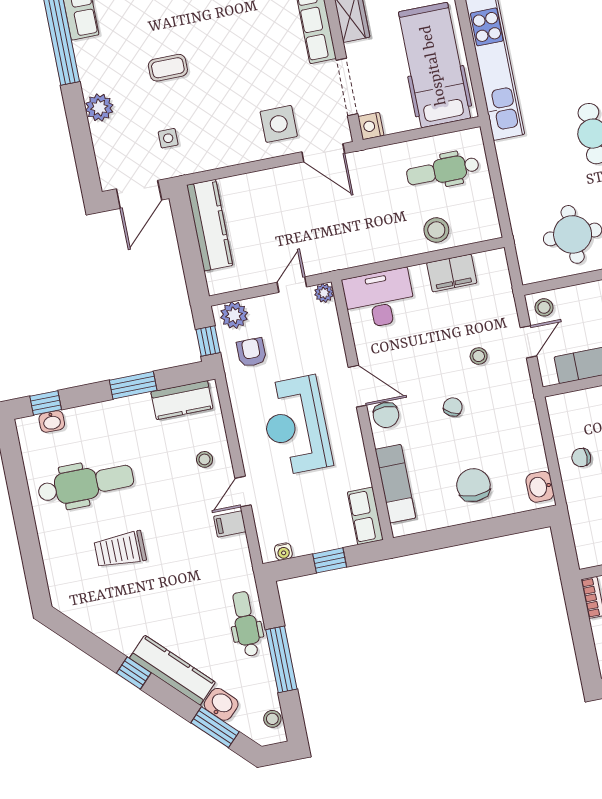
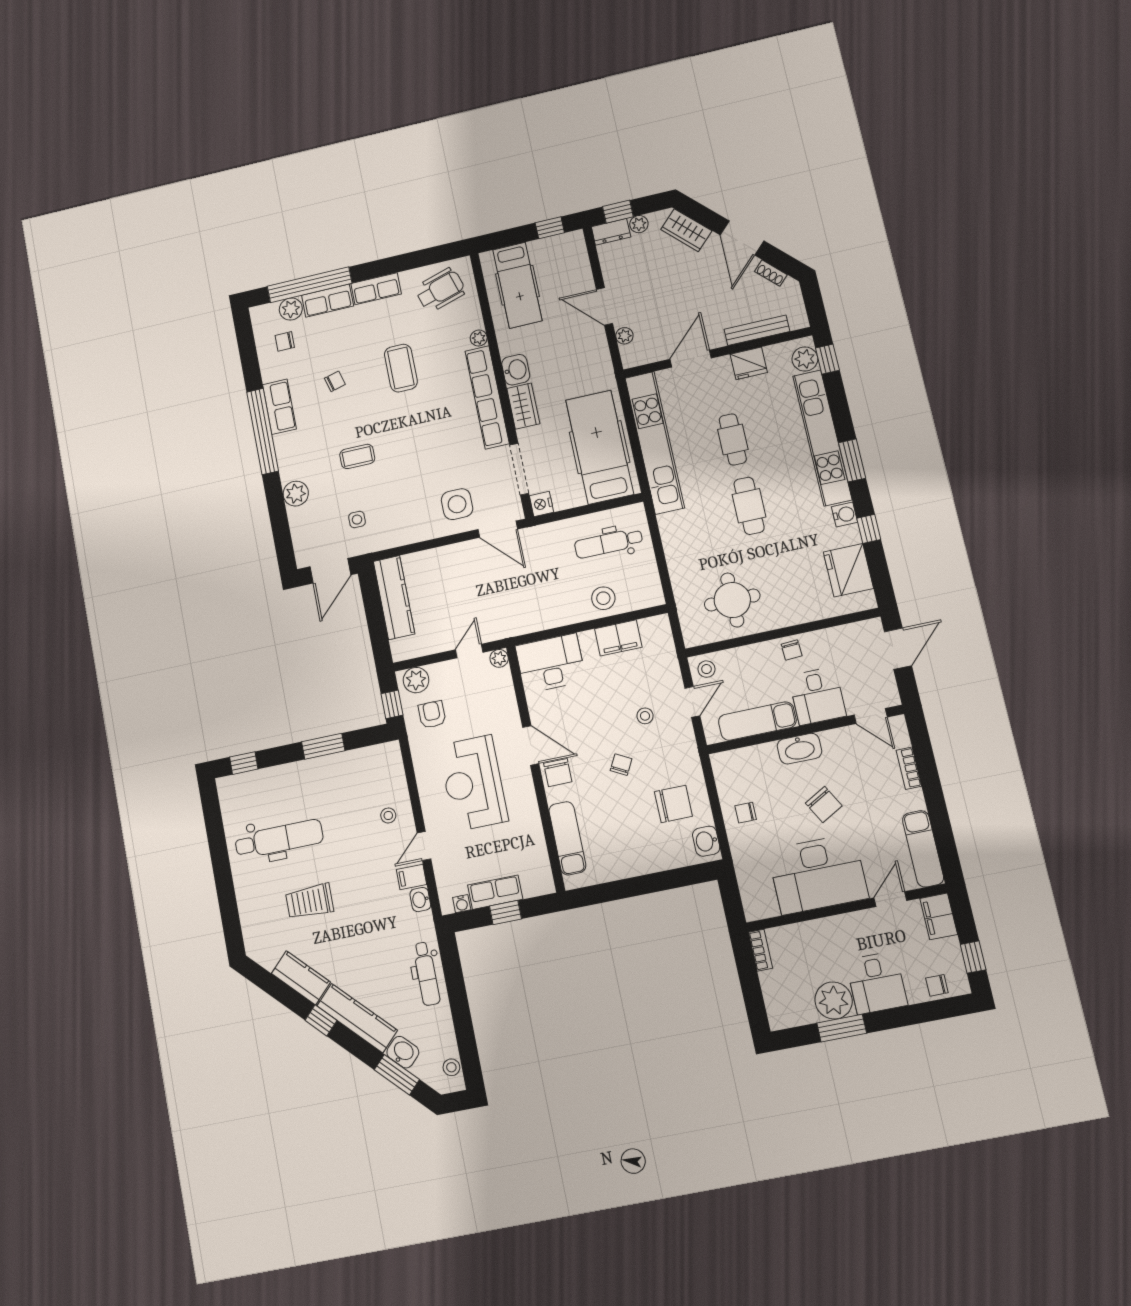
cafe table: (577, 61) -> (733, 439), added
kitchen counter: (182, 400) -> (301, 978), moved, turned -135
washbasin: (52, 421) -> (420, 900), moved, turned 90
chair: (473, 485) -> (673, 804), moved, turned 90
row of seats: (365, 516) -> (495, 892), moved, turned 90
dental chair: (246, 624) -> (426, 974), turned 180
window: (281, 659) -> (460, 1009), removed

